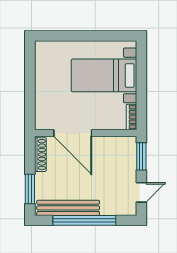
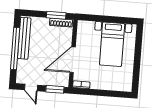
bed with nightstands: (104, 75) -> (112, 44), moved, turned 180
door: (73, 133) -> (73, 60), moved
window: (30, 189) -> (56, 15), moved

